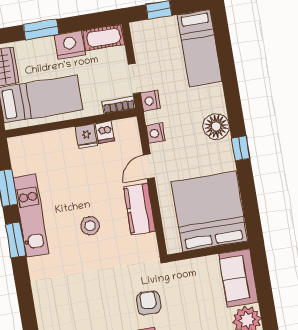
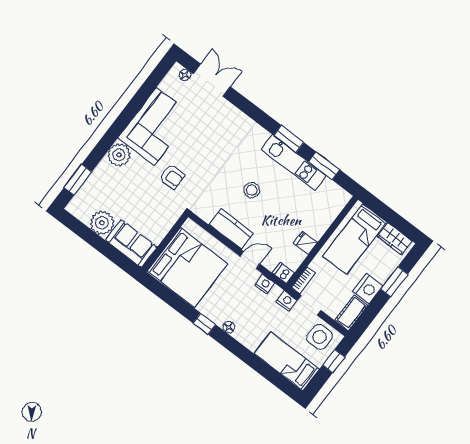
side table: (151, 43) -> (320, 337), added
floor lamp: (216, 126) -> (229, 327), width x0.53, depth x0.53
dishwasher: (105, 132) -> (283, 273), moved
door: (149, 166) -> (250, 260), hinge flipped

